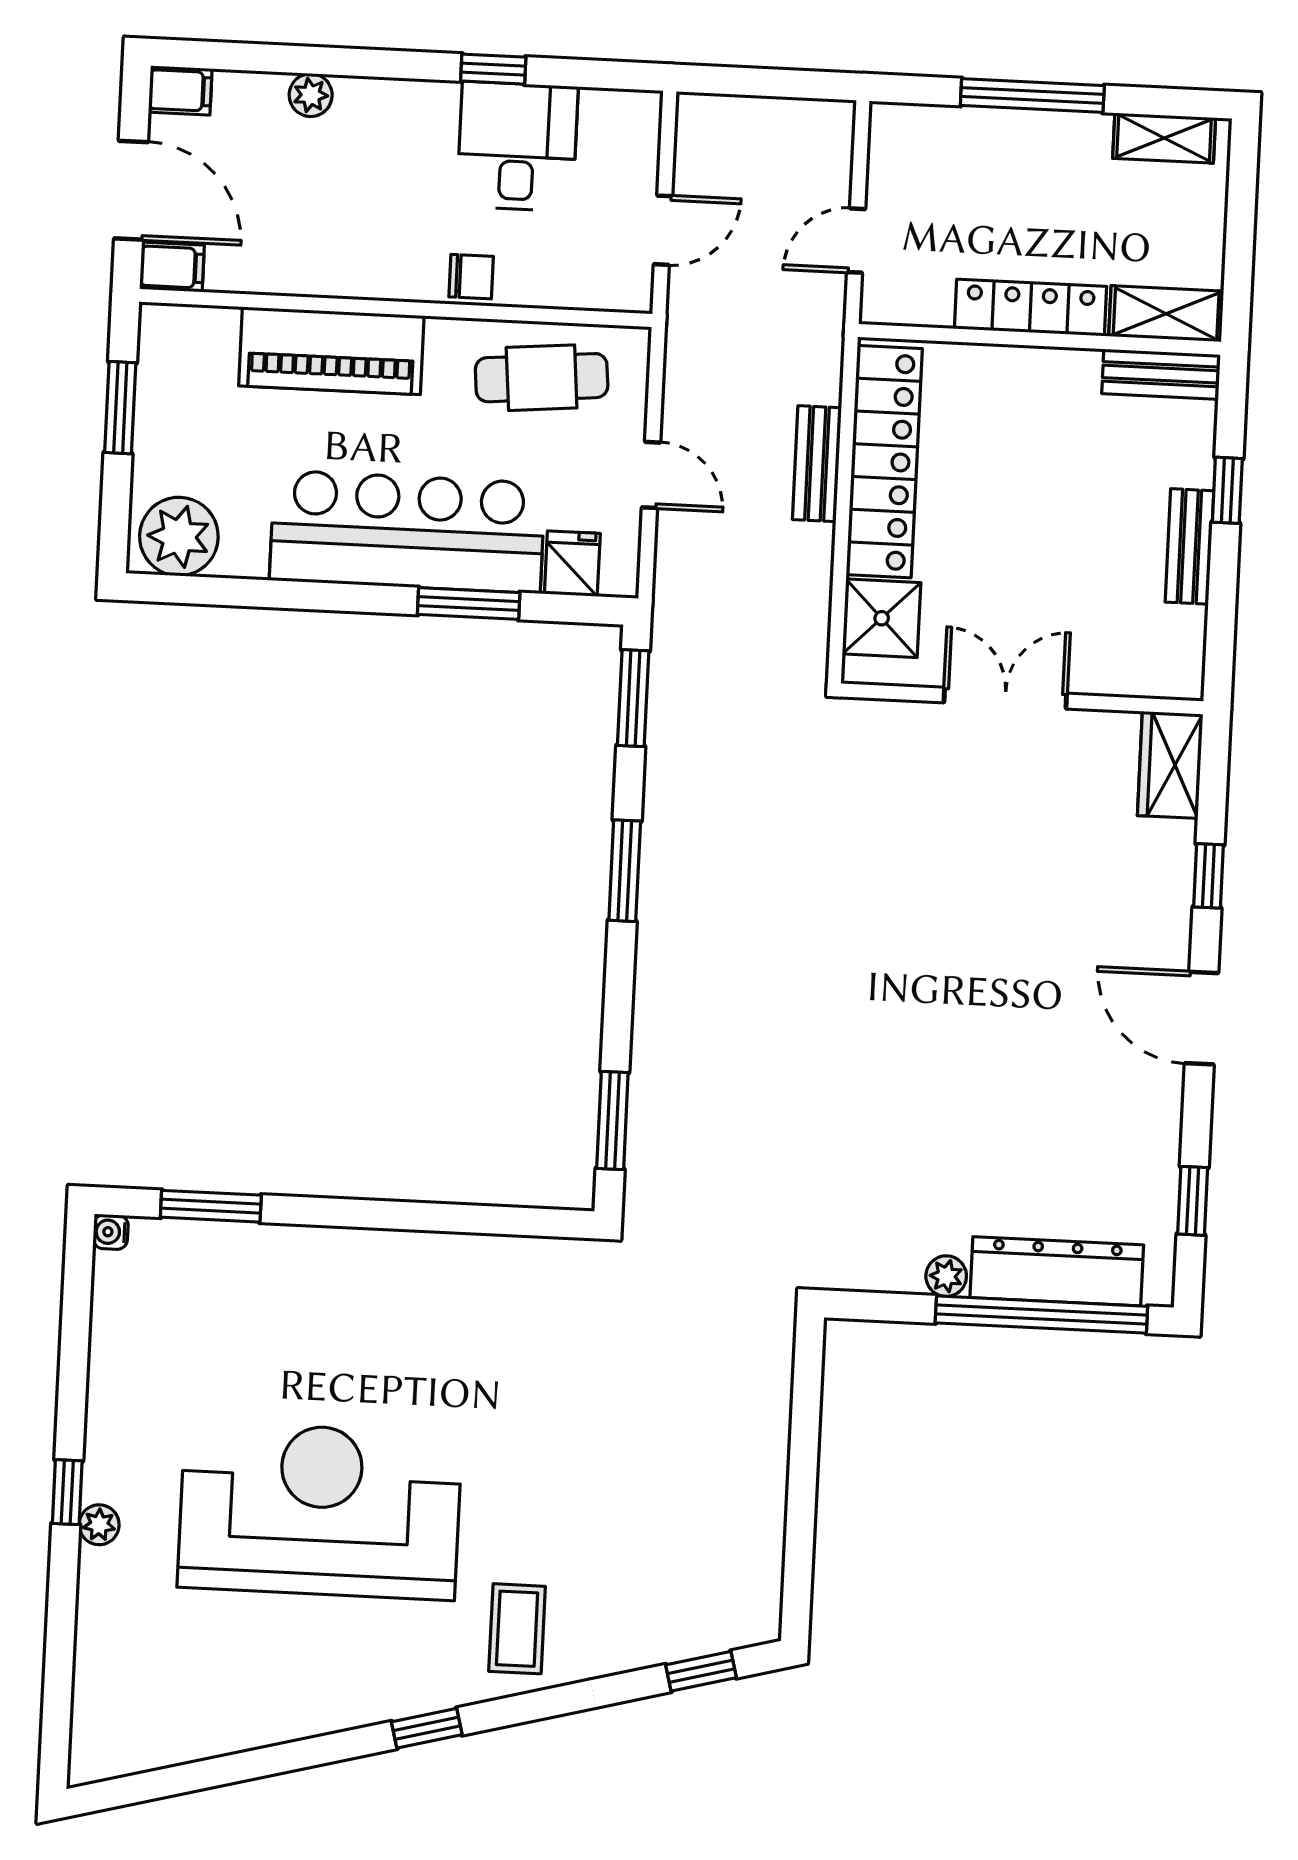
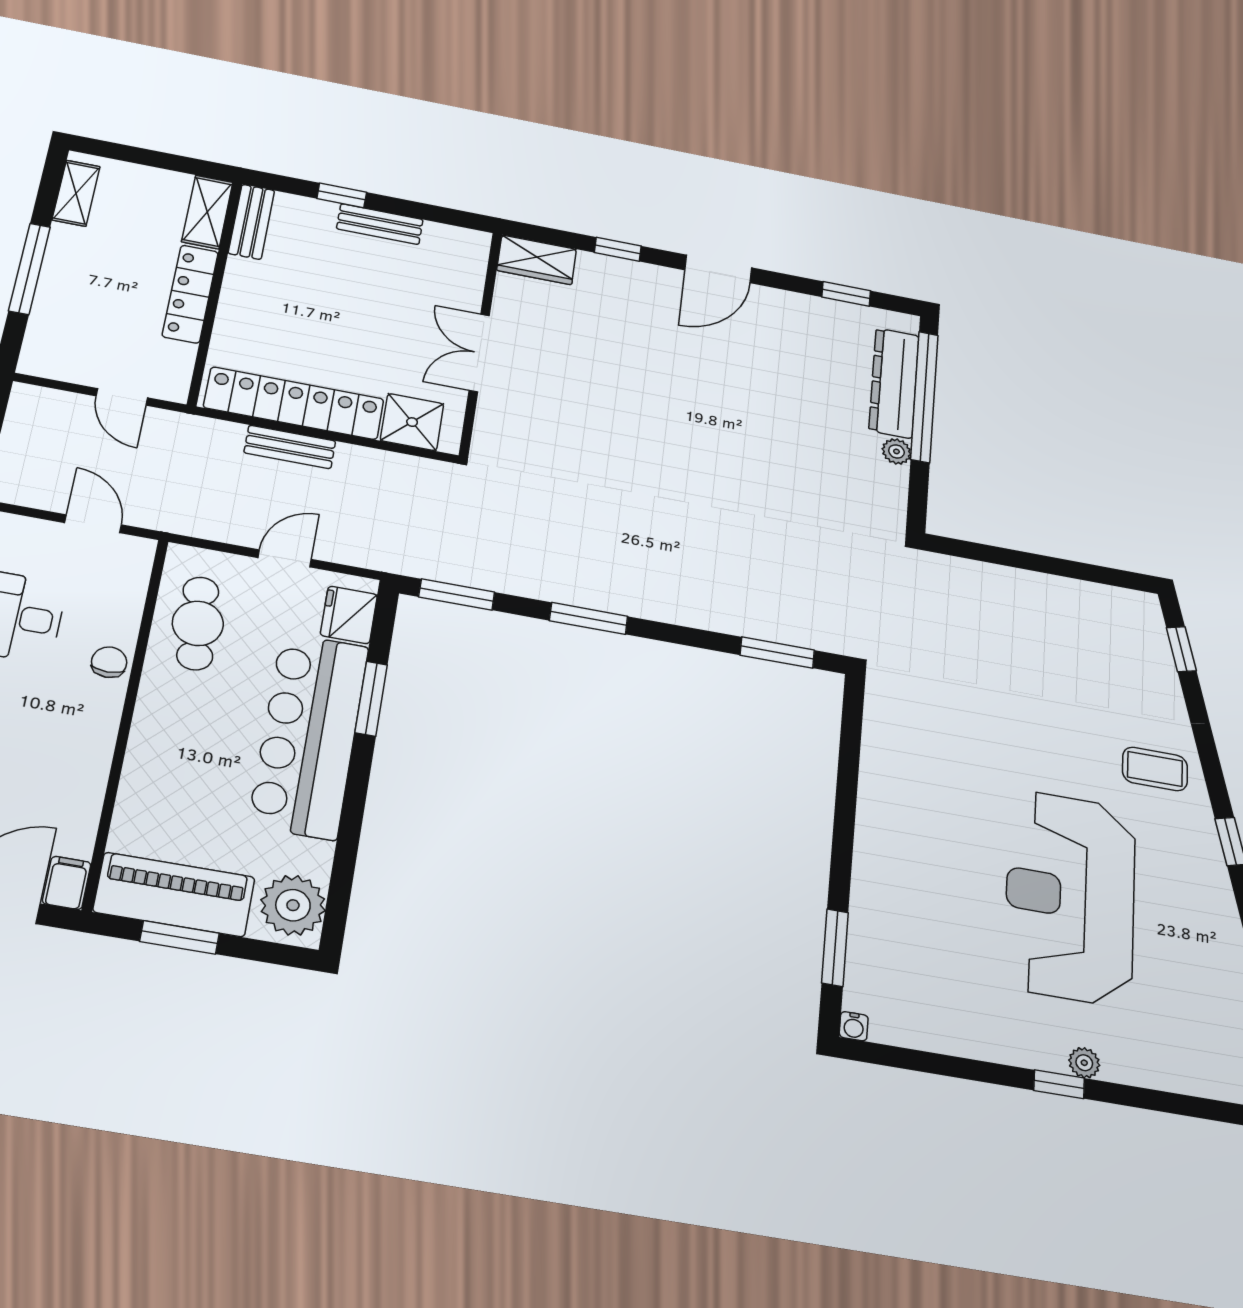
piano: (331, 351) -> (174, 895), moved, turned -90
fridge: (572, 564) -> (349, 615), width x1.38

